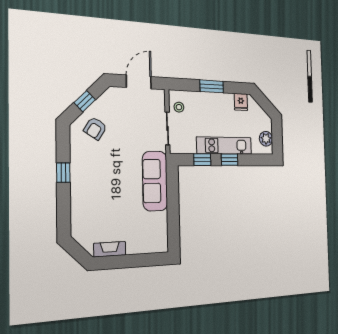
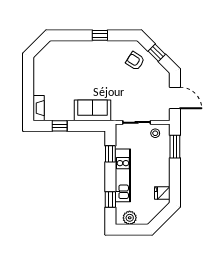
window: (212, 86) -> (175, 147), moved
window: (229, 160) -> (110, 200), moved
sofa: (155, 181) -> (92, 110), width x0.73
window: (173, 220) -> (60, 126), added
fireplace: (110, 249) -> (39, 108), moved

